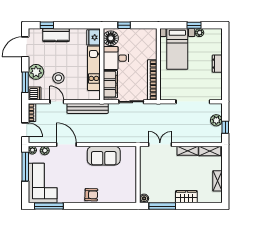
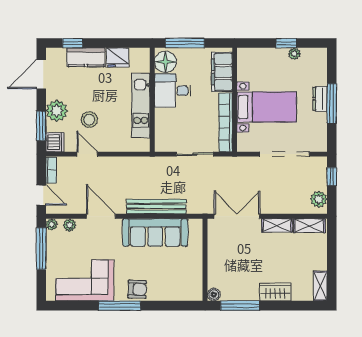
window: (124, 25) -> (185, 43), width x2.17
fridge: (93, 37) -> (117, 57), moved, turned -90
bed with nightstands: (177, 49) -> (267, 107), moved, turned -90
window: (225, 67) -> (332, 103), added
filing cabinet: (110, 84) -> (222, 72), moved, turned 180
bench: (88, 108) -> (156, 207), moved
plant: (216, 120) -> (319, 199), moved
window: (225, 127) -> (332, 177), moved
double door: (160, 145) -> (237, 216), width x1.37
sofa: (104, 156) -> (155, 232), width x1.36
shelving: (217, 181) -> (320, 286), moved
corner sofa: (43, 183) -> (85, 280), moved, turned -90
window: (49, 206) -> (120, 306), moved

